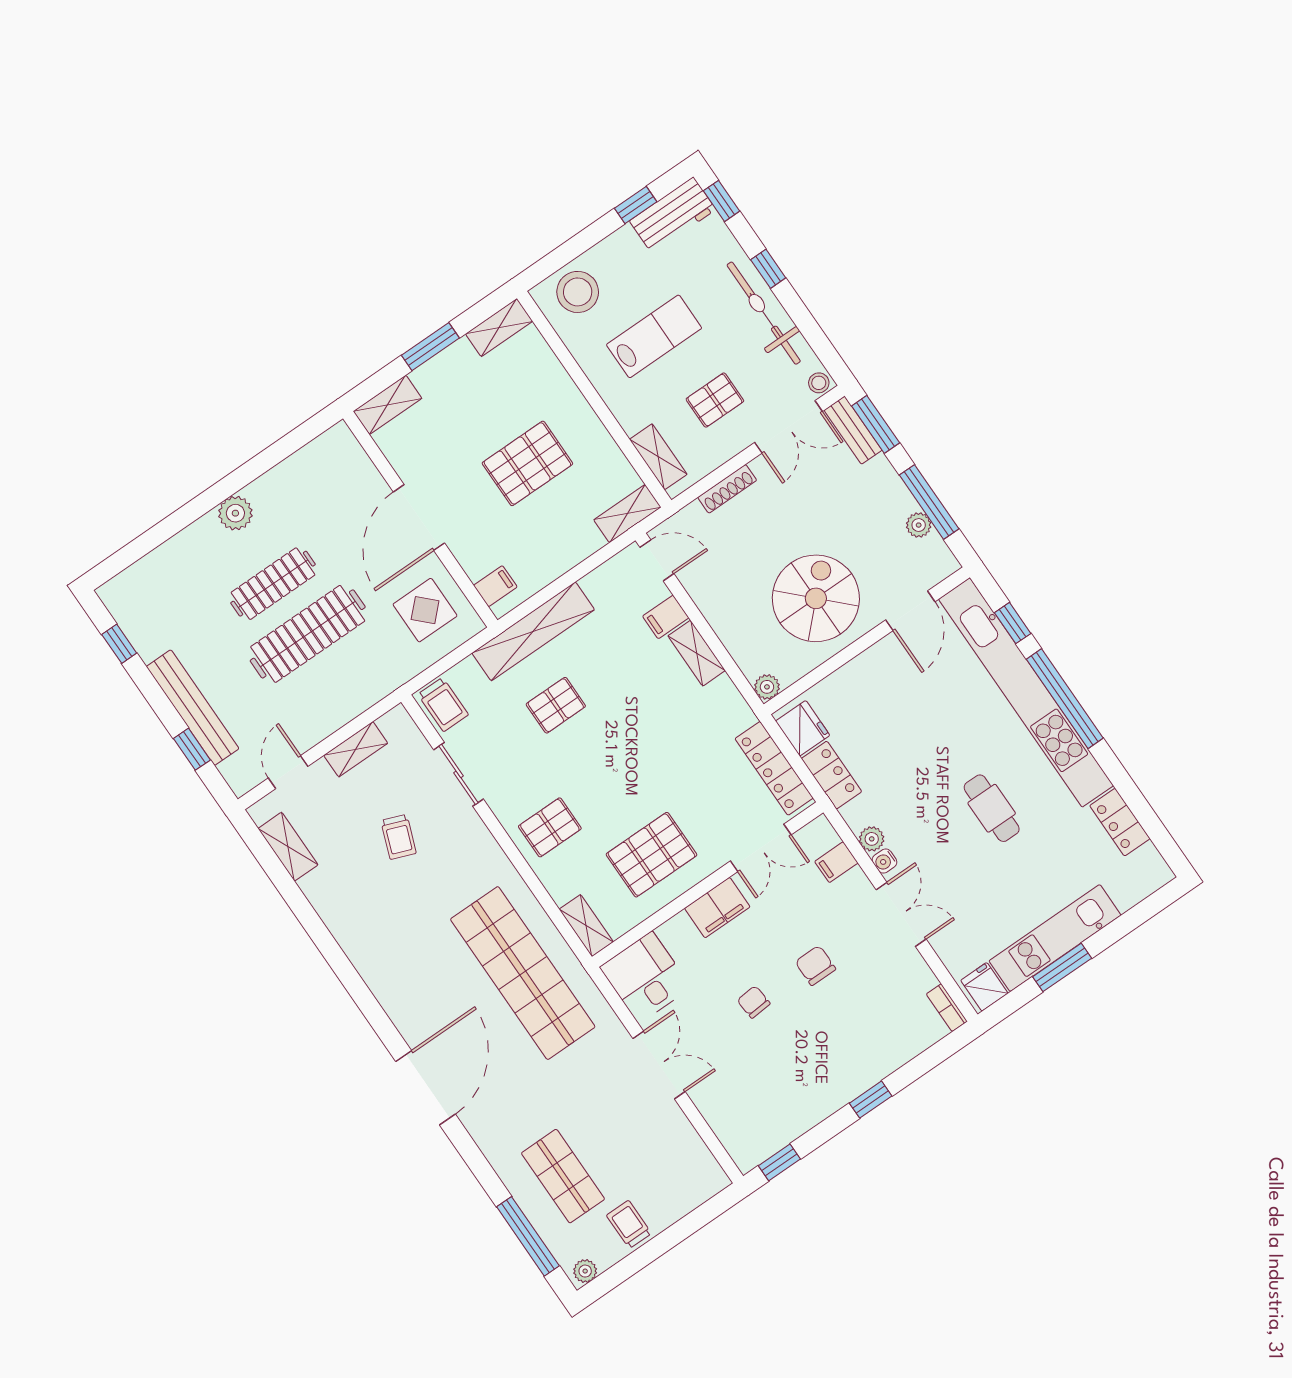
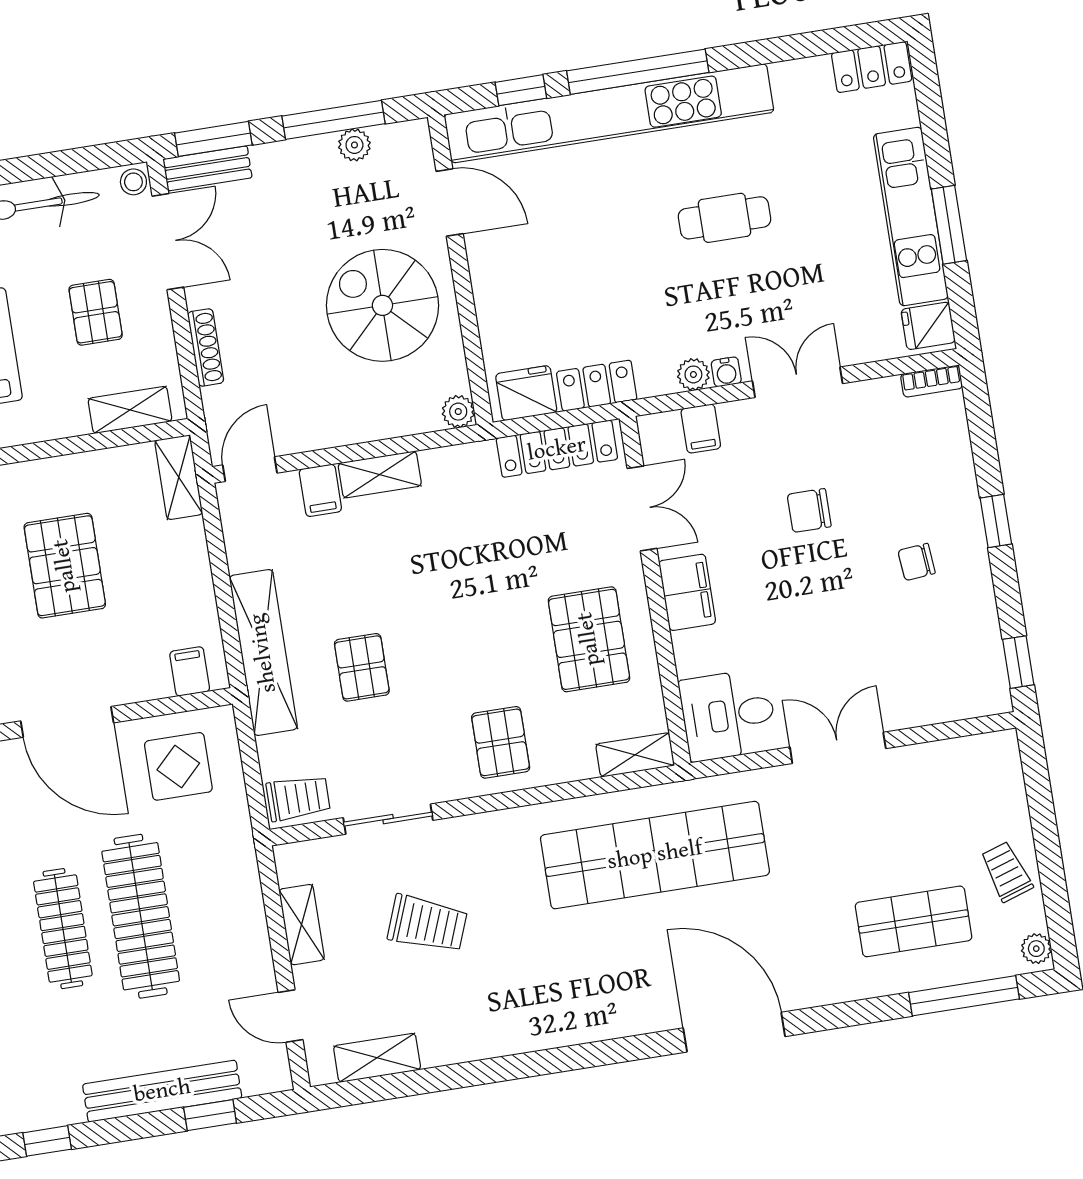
locker: (1120, 822) -> (872, 67), moved
trolley: (399, 837) -> (427, 924), width x1.36, depth x1.39
chair: (754, 1002) -> (917, 562), moved
trolley: (629, 1224) -> (1006, 872), turned 72

